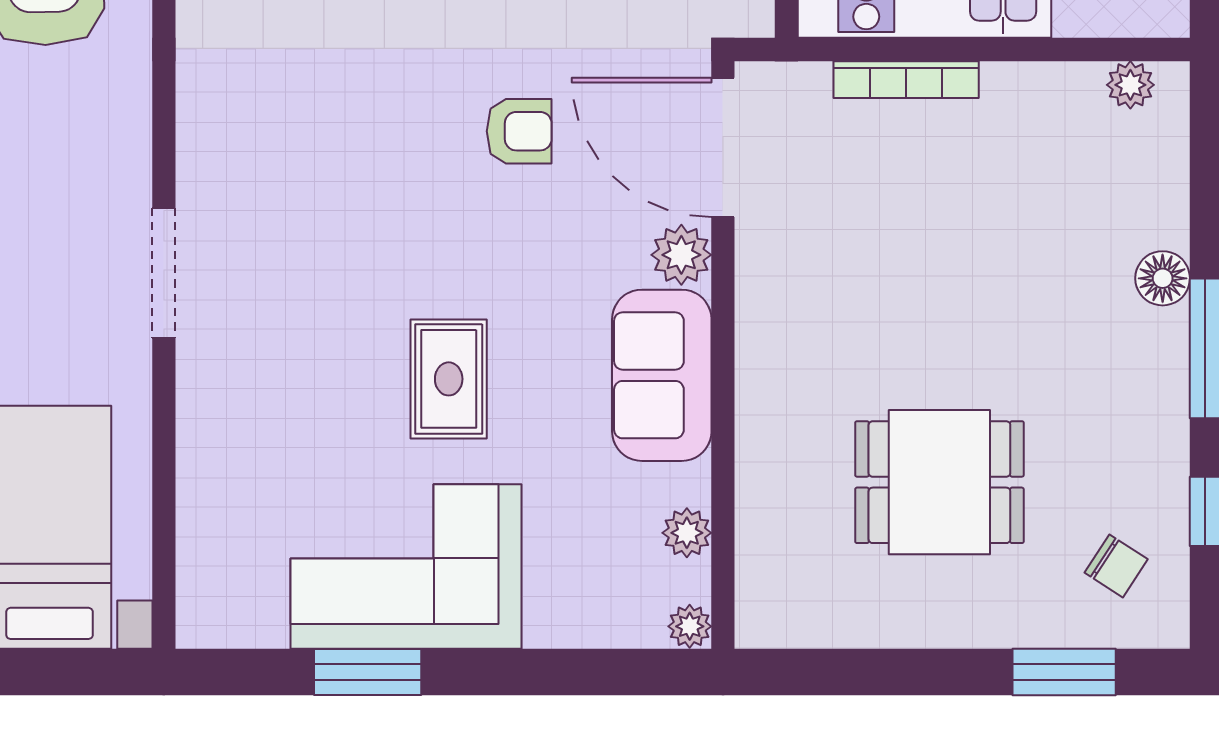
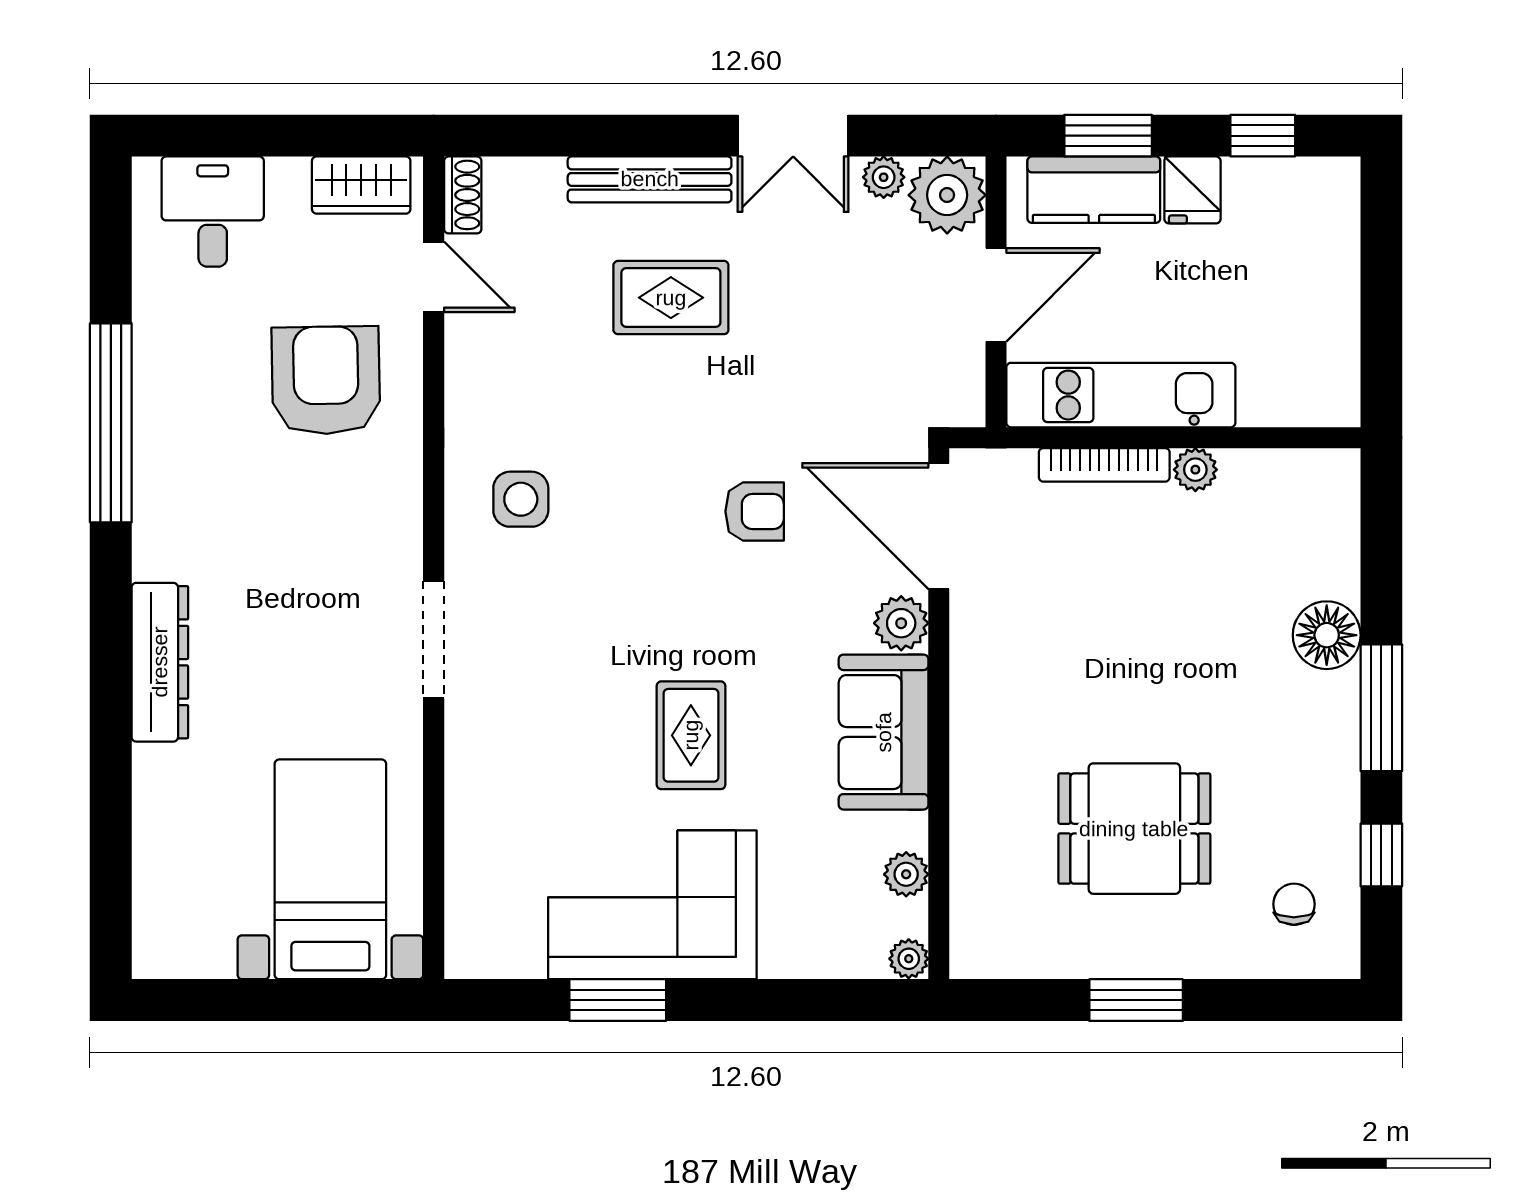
plant: (1130, 85) -> (1195, 470), moved
side table: (260, 118) -> (521, 499), added
floor lamp: (1163, 278) -> (1327, 635), width x1.38, depth x1.38
chair: (1116, 566) -> (1294, 904), turned -123
window: (1064, 672) -> (1136, 1000), moved

